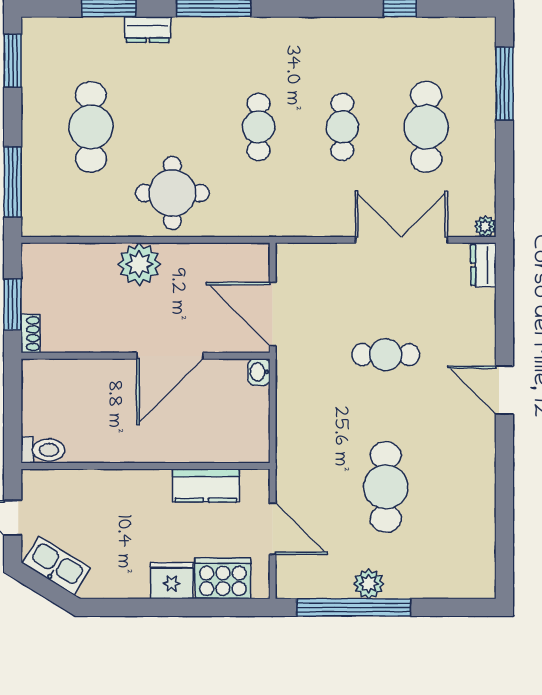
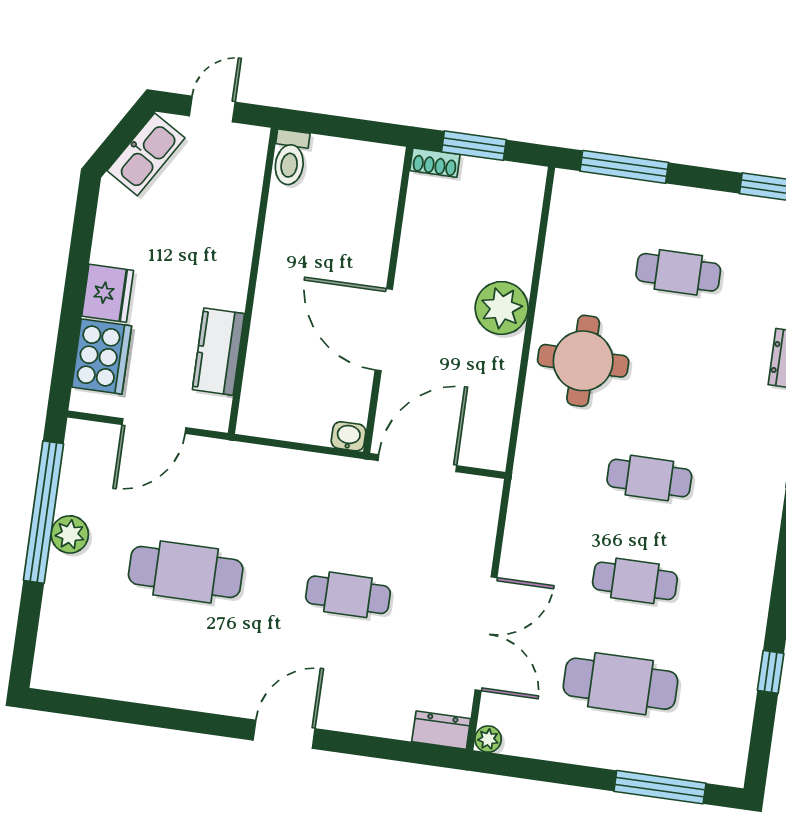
cafe table: (91, 127) -> (678, 272), width x0.73, depth x0.74
cafe table: (386, 355) -> (348, 595), turned 90

